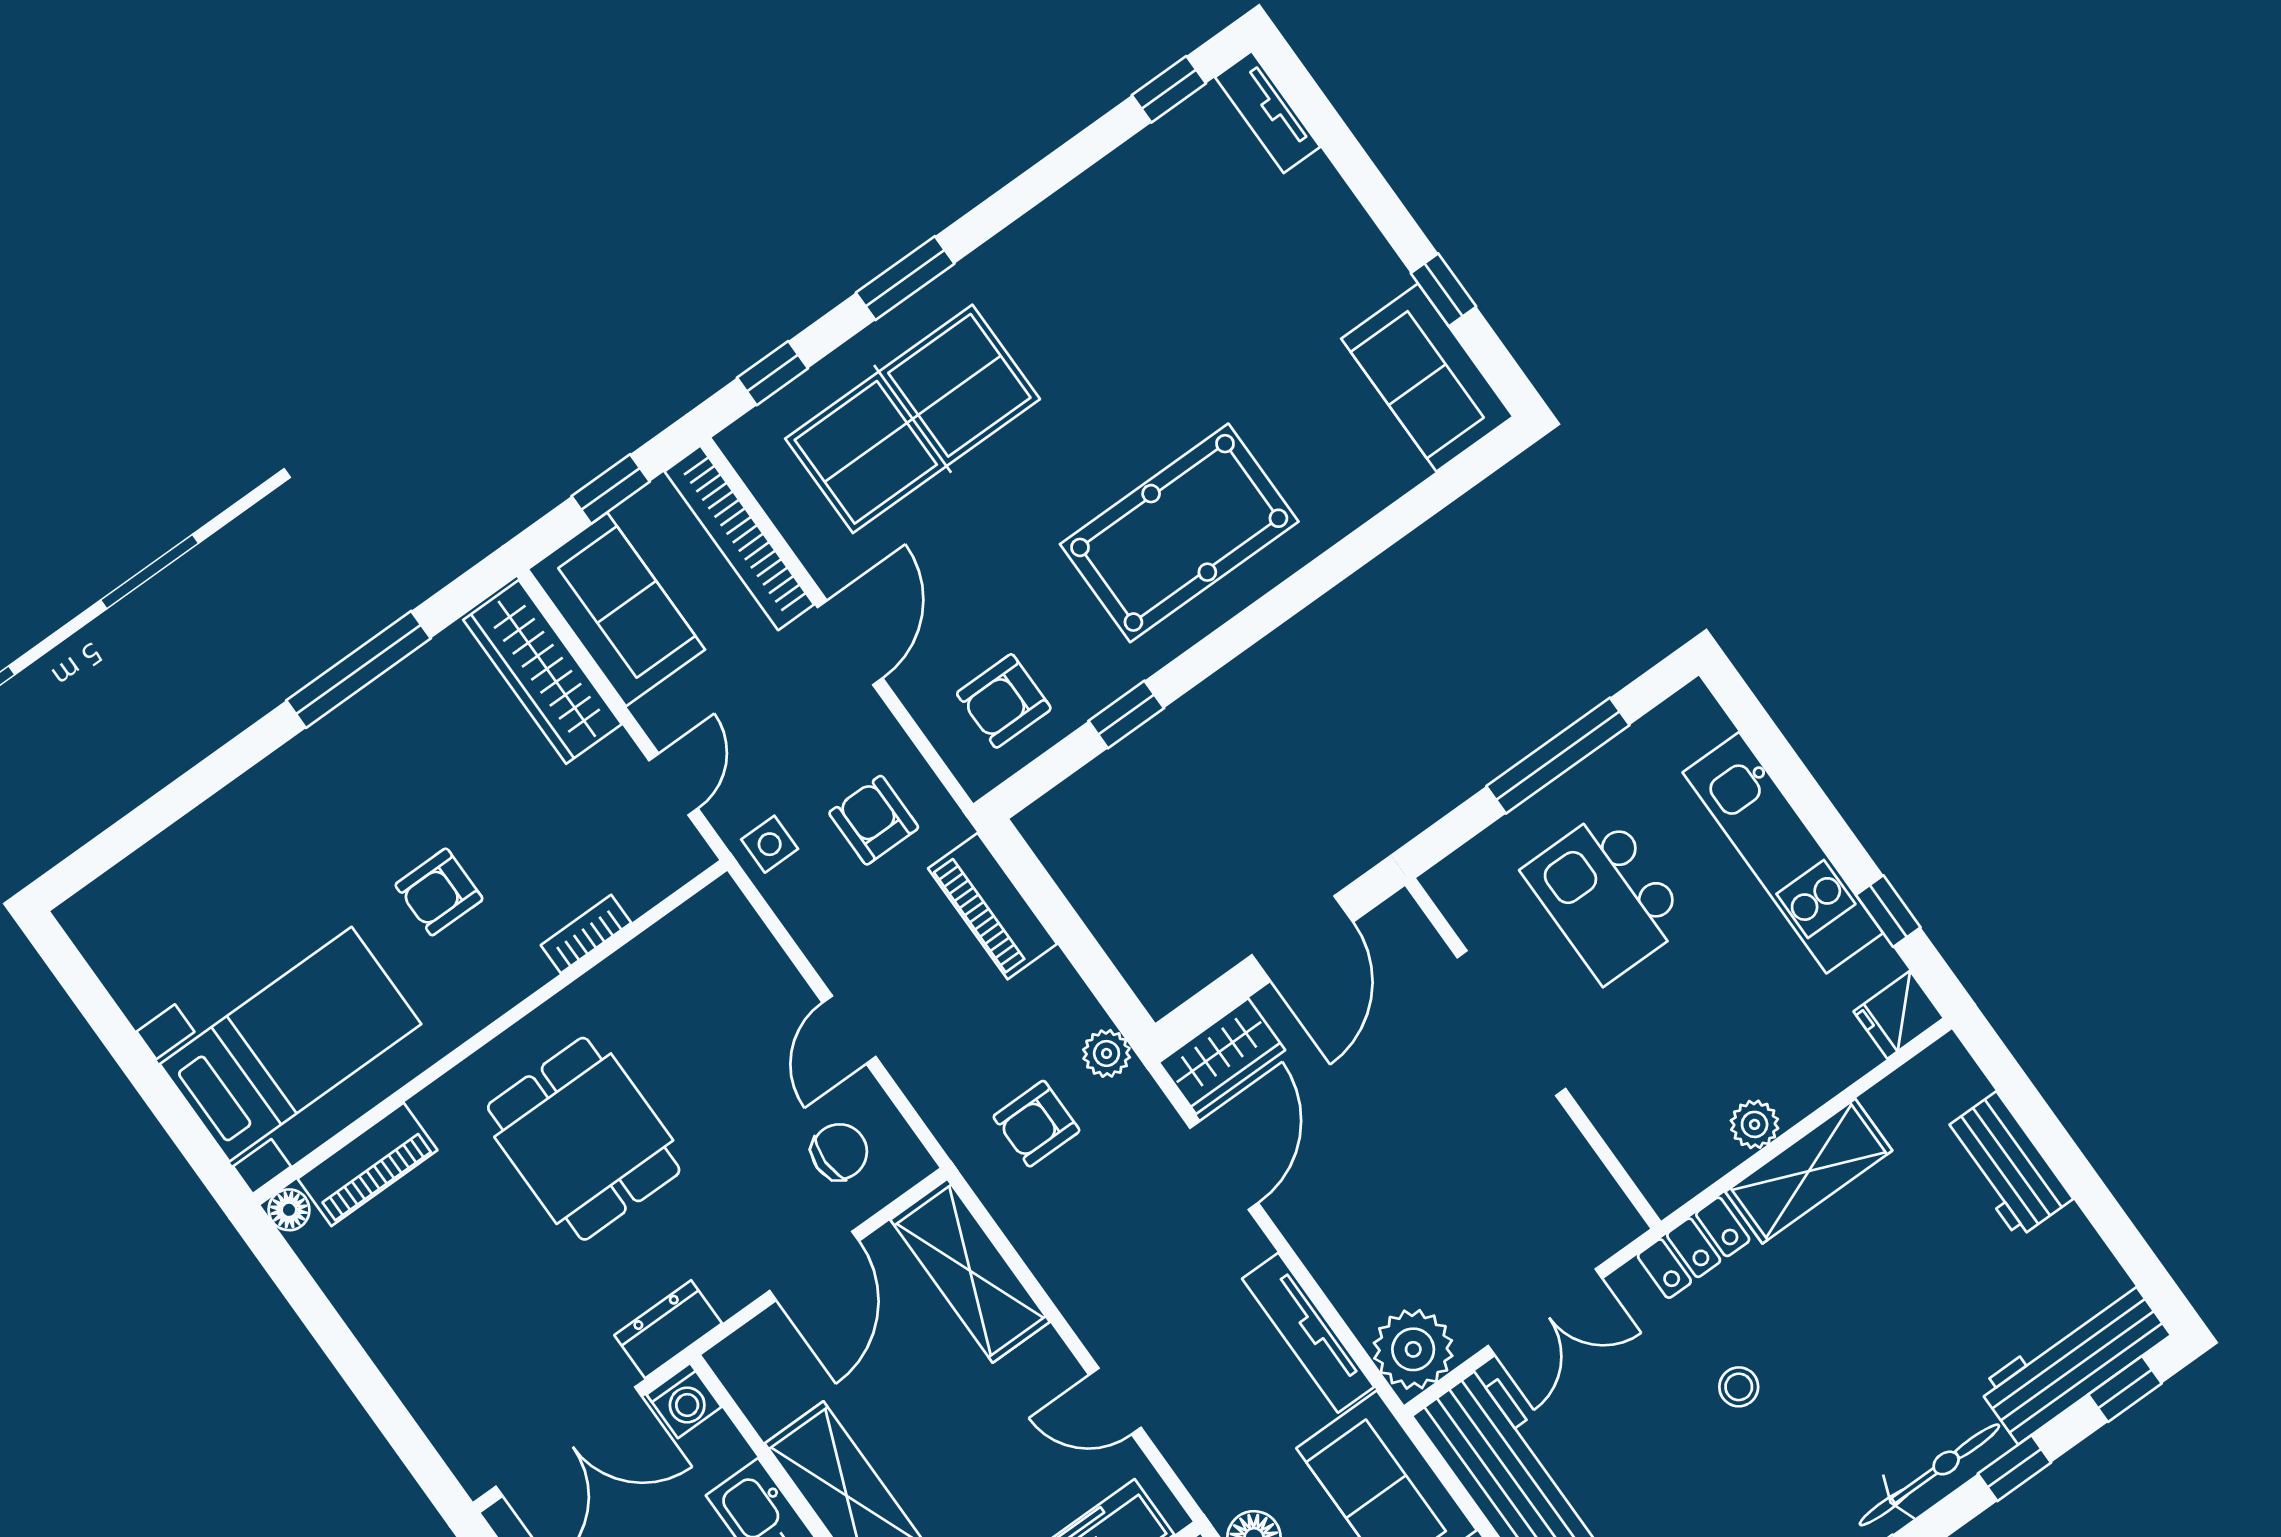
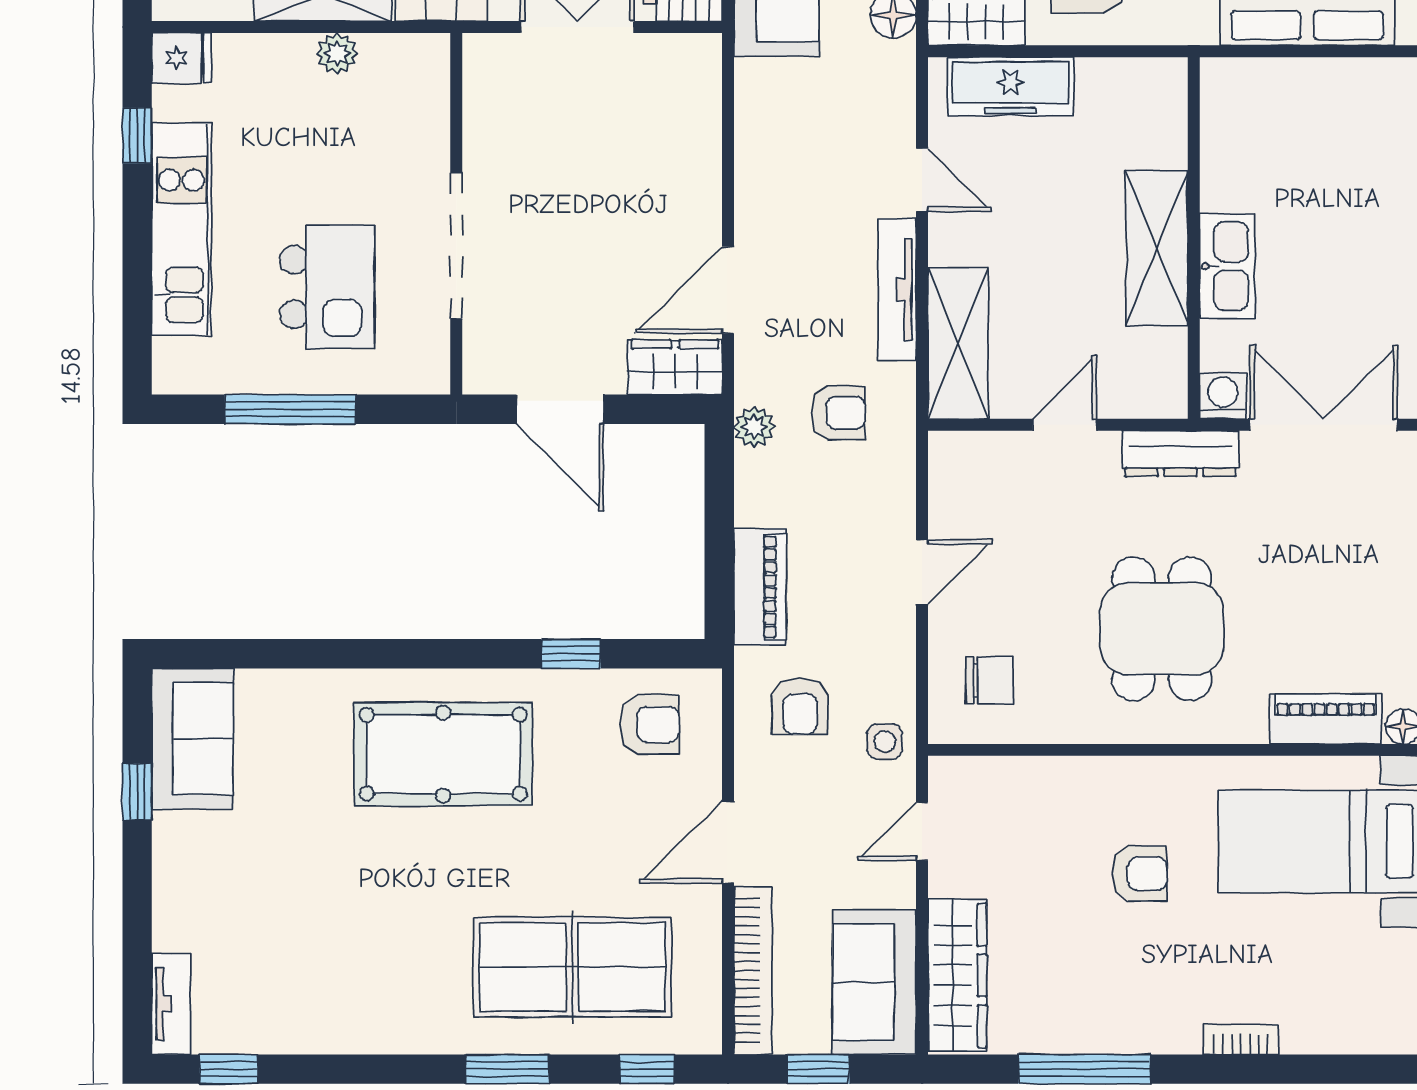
bookcase: (586, 934) -> (1241, 1040), moved, turned 180
door: (1302, 939) -> (560, 409), swing flipped
chair: (839, 1152) -> (990, 680), moved, turned 180
door: (814, 1266) -> (1065, 425), width x0.73
dresser: (668, 1329) -> (1180, 454), width x1.44
tv unit: (1308, 1333) -> (897, 290), moved, turned 180
plant: (1413, 1349) -> (688, 67), removed

